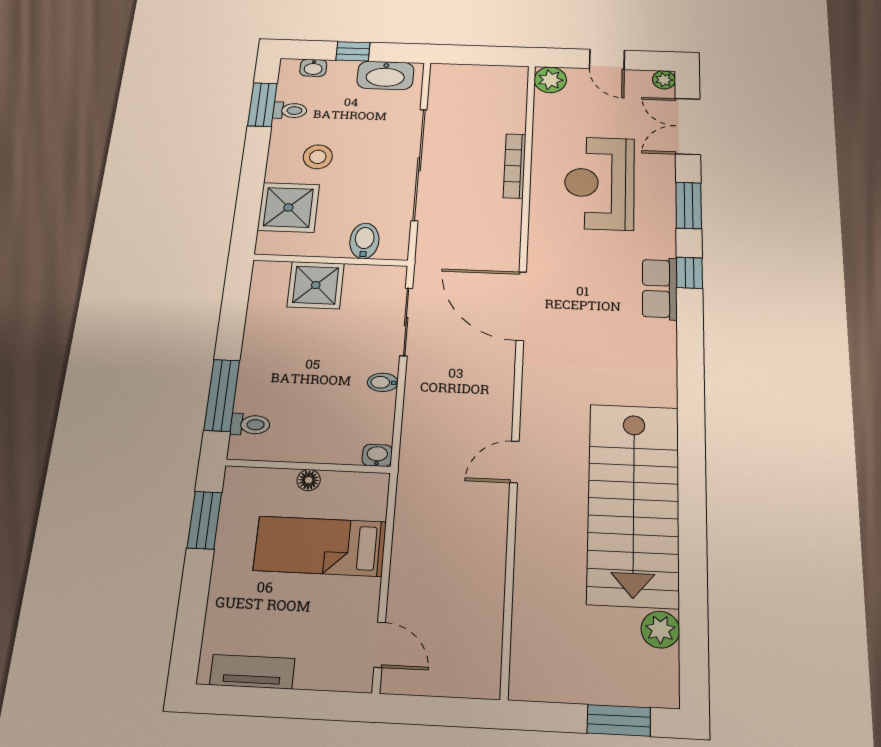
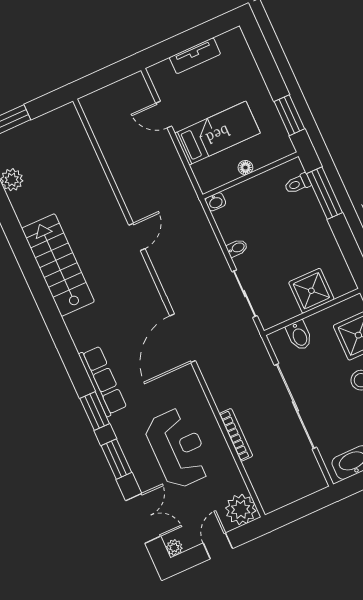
door: (607, 59) -> (218, 546), hinge flipped
plant: (550, 80) -> (241, 509), width x1.36, depth x1.36
window: (689, 273) -> (95, 411), width x1.50
row of seats: (660, 288) -> (103, 381), width x1.48
door: (521, 306) -> (183, 338), swing flipped
stairs: (634, 504) -> (58, 265), width x0.73, depth x0.66
door: (380, 645) -> (164, 115), moved
tv unit: (252, 672) -> (195, 56), moved

